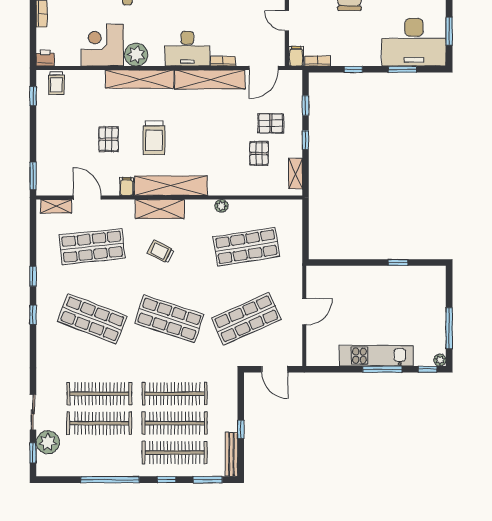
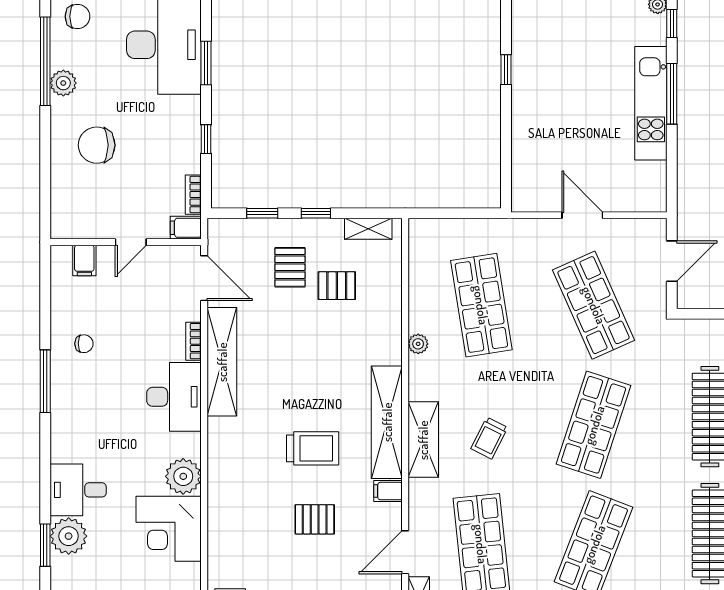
shelving: (140, 79) -> (221, 471), removed

